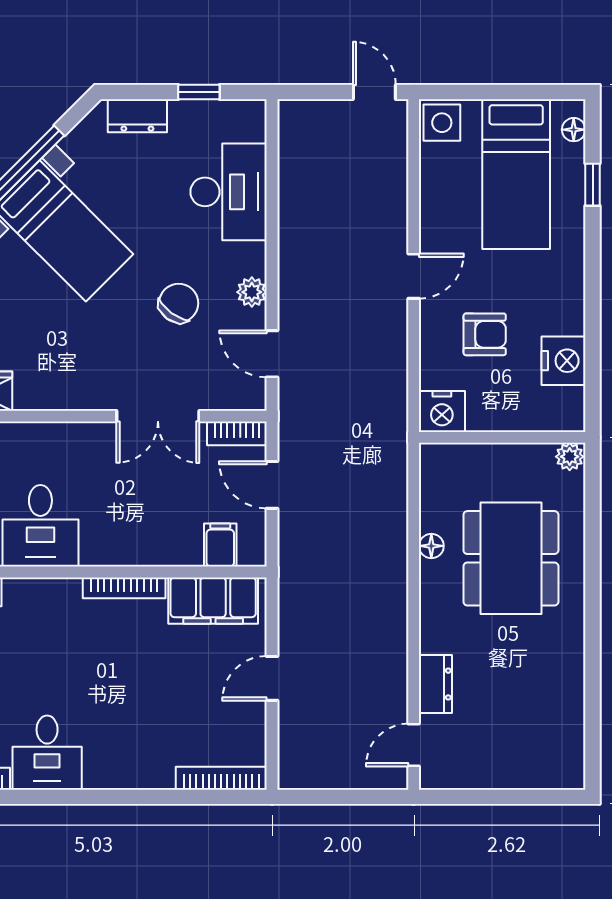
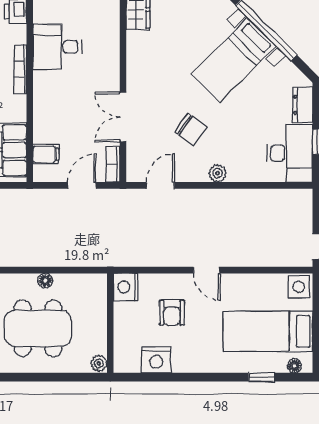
desk: (229, 192) -> (290, 153), moved, turned -90
plant: (252, 292) -> (218, 173), moved
bookcase: (124, 588) -> (20, 69), moved

